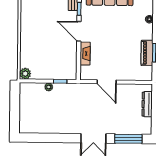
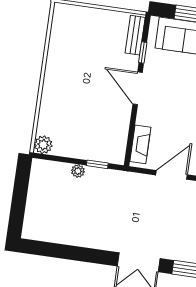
fireplace: (85, 54) -> (140, 144), moved
door: (107, 82) -> (172, 175), swing flipped

